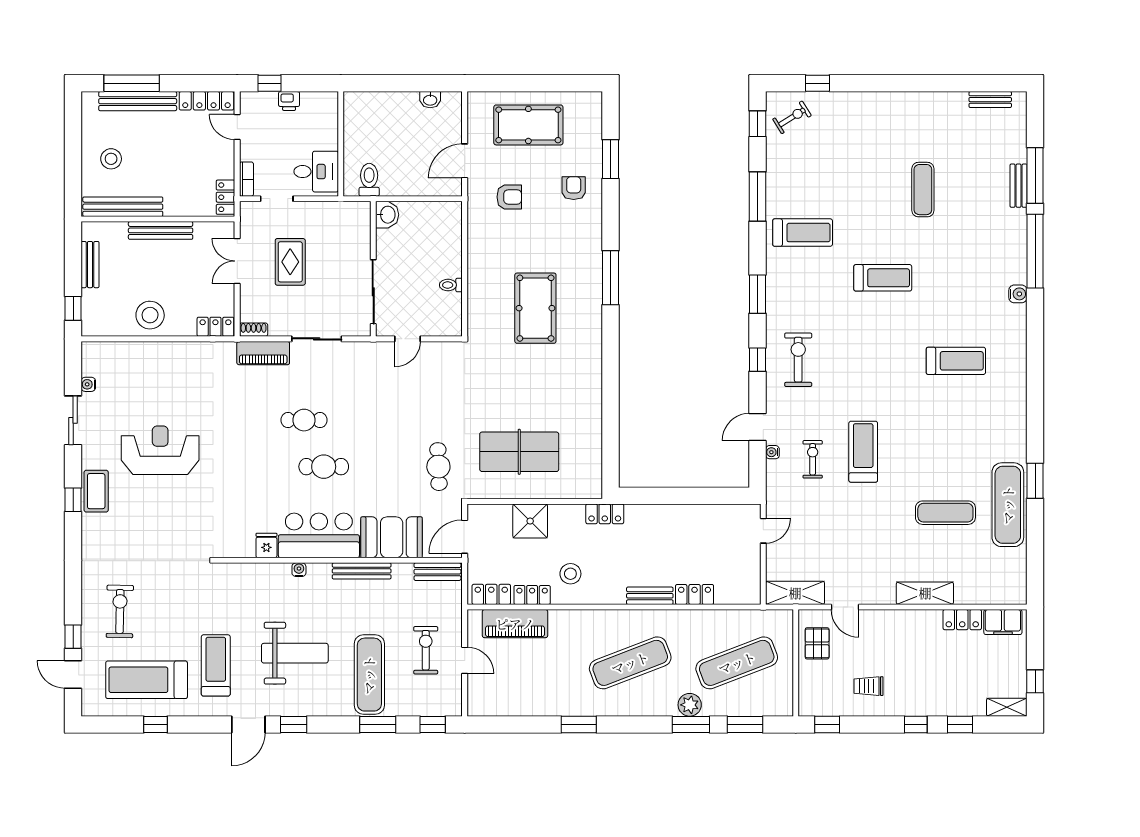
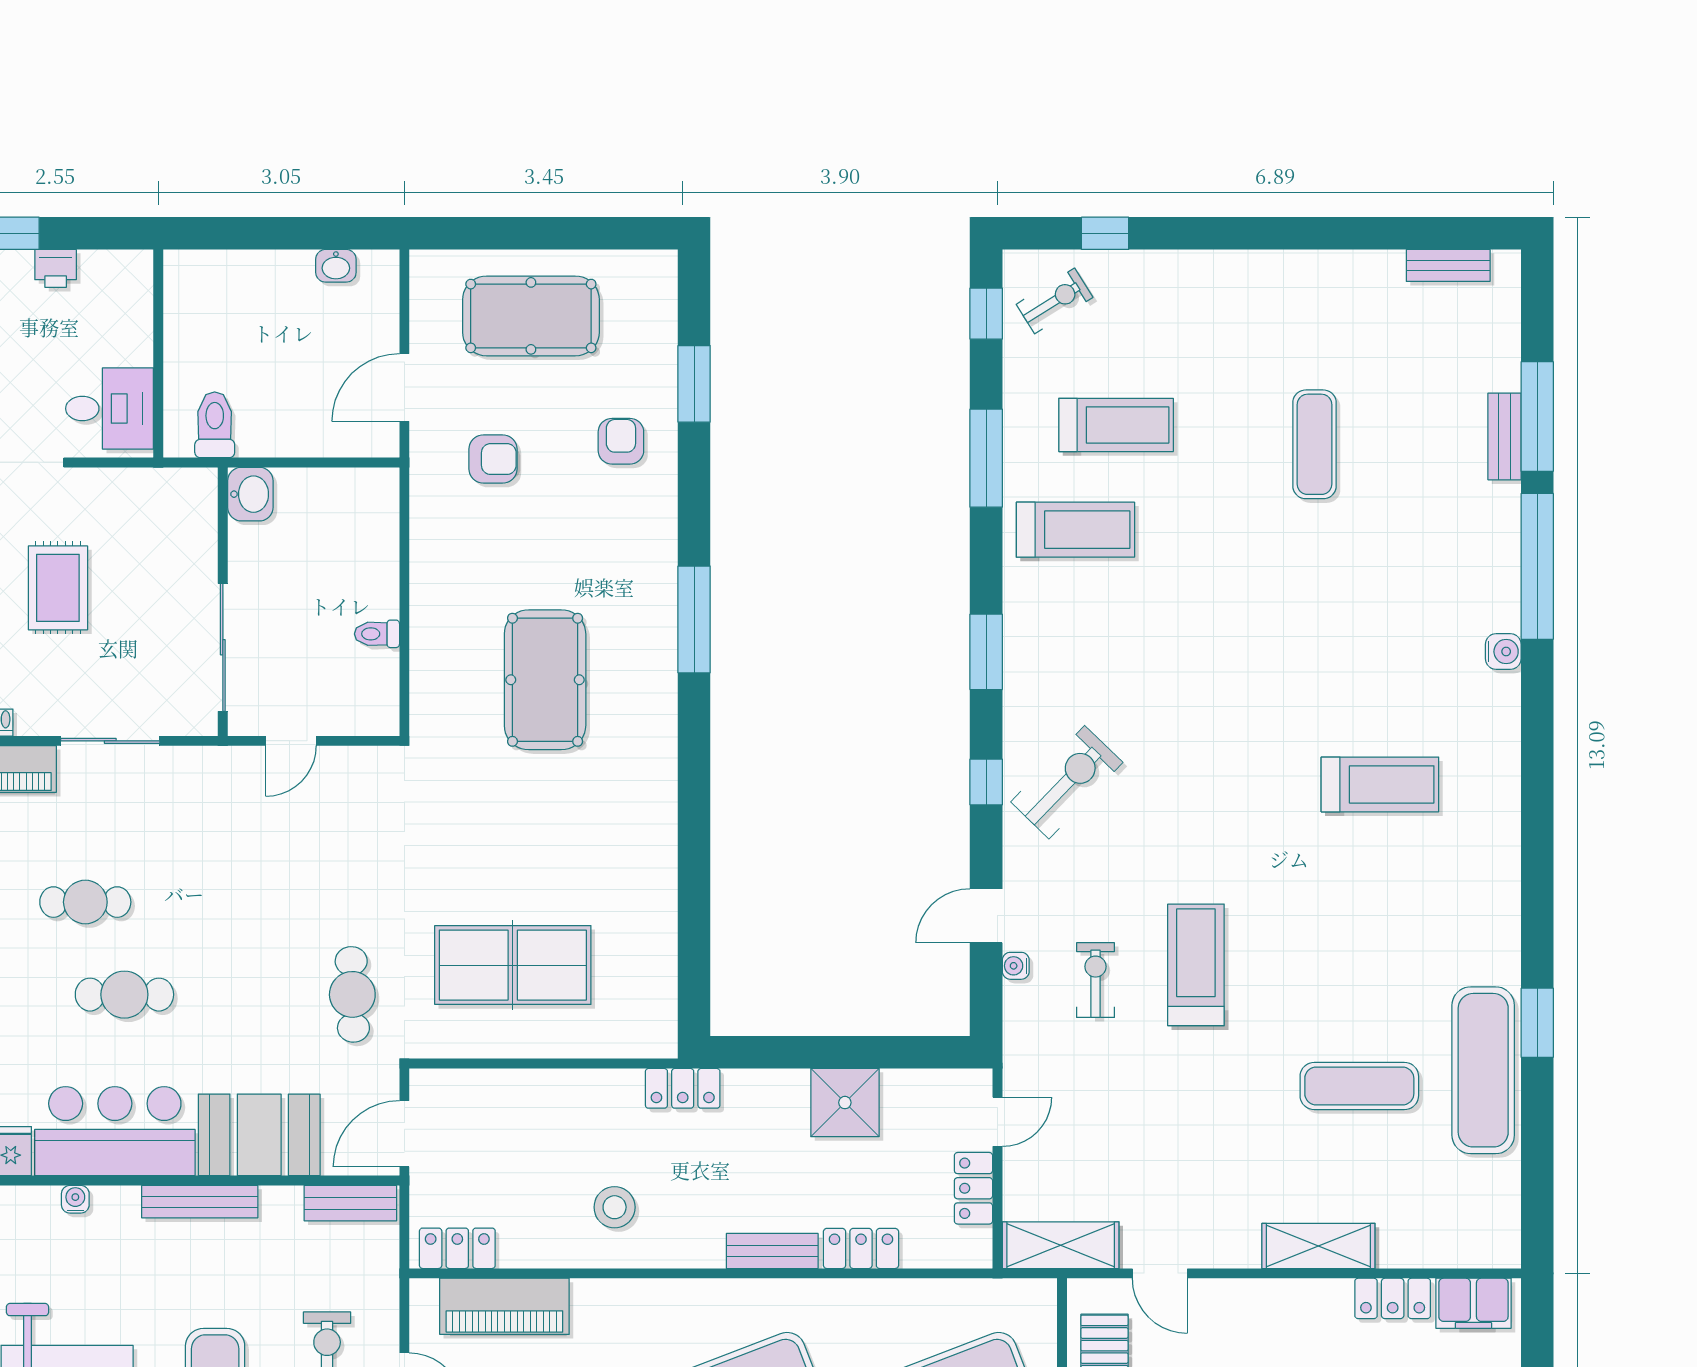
treadmill: (883, 278) -> (1116, 425), moved
exercise bike: (798, 360) -> (1067, 782), turned 44
shower: (530, 521) -> (845, 1103), moved
locker: (532, 595) -> (973, 1188), moved, turned -90

